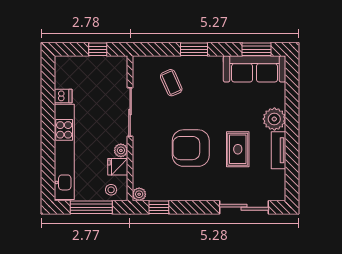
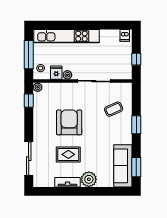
dishwasher: (63, 96) -> (125, 35), moved

